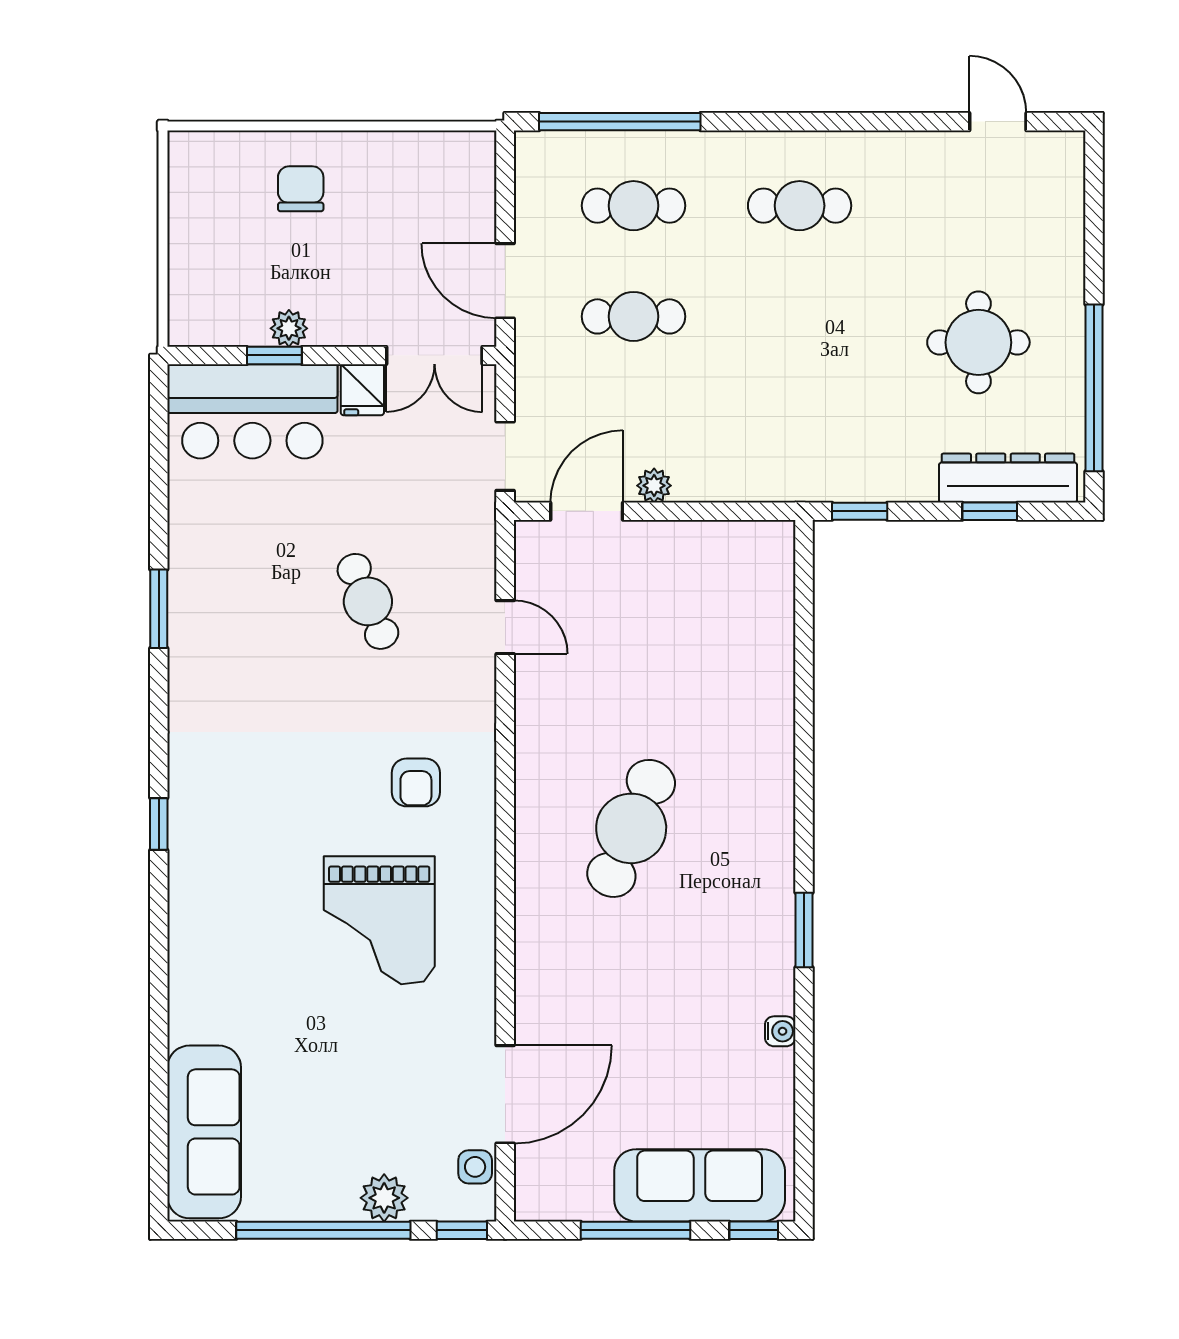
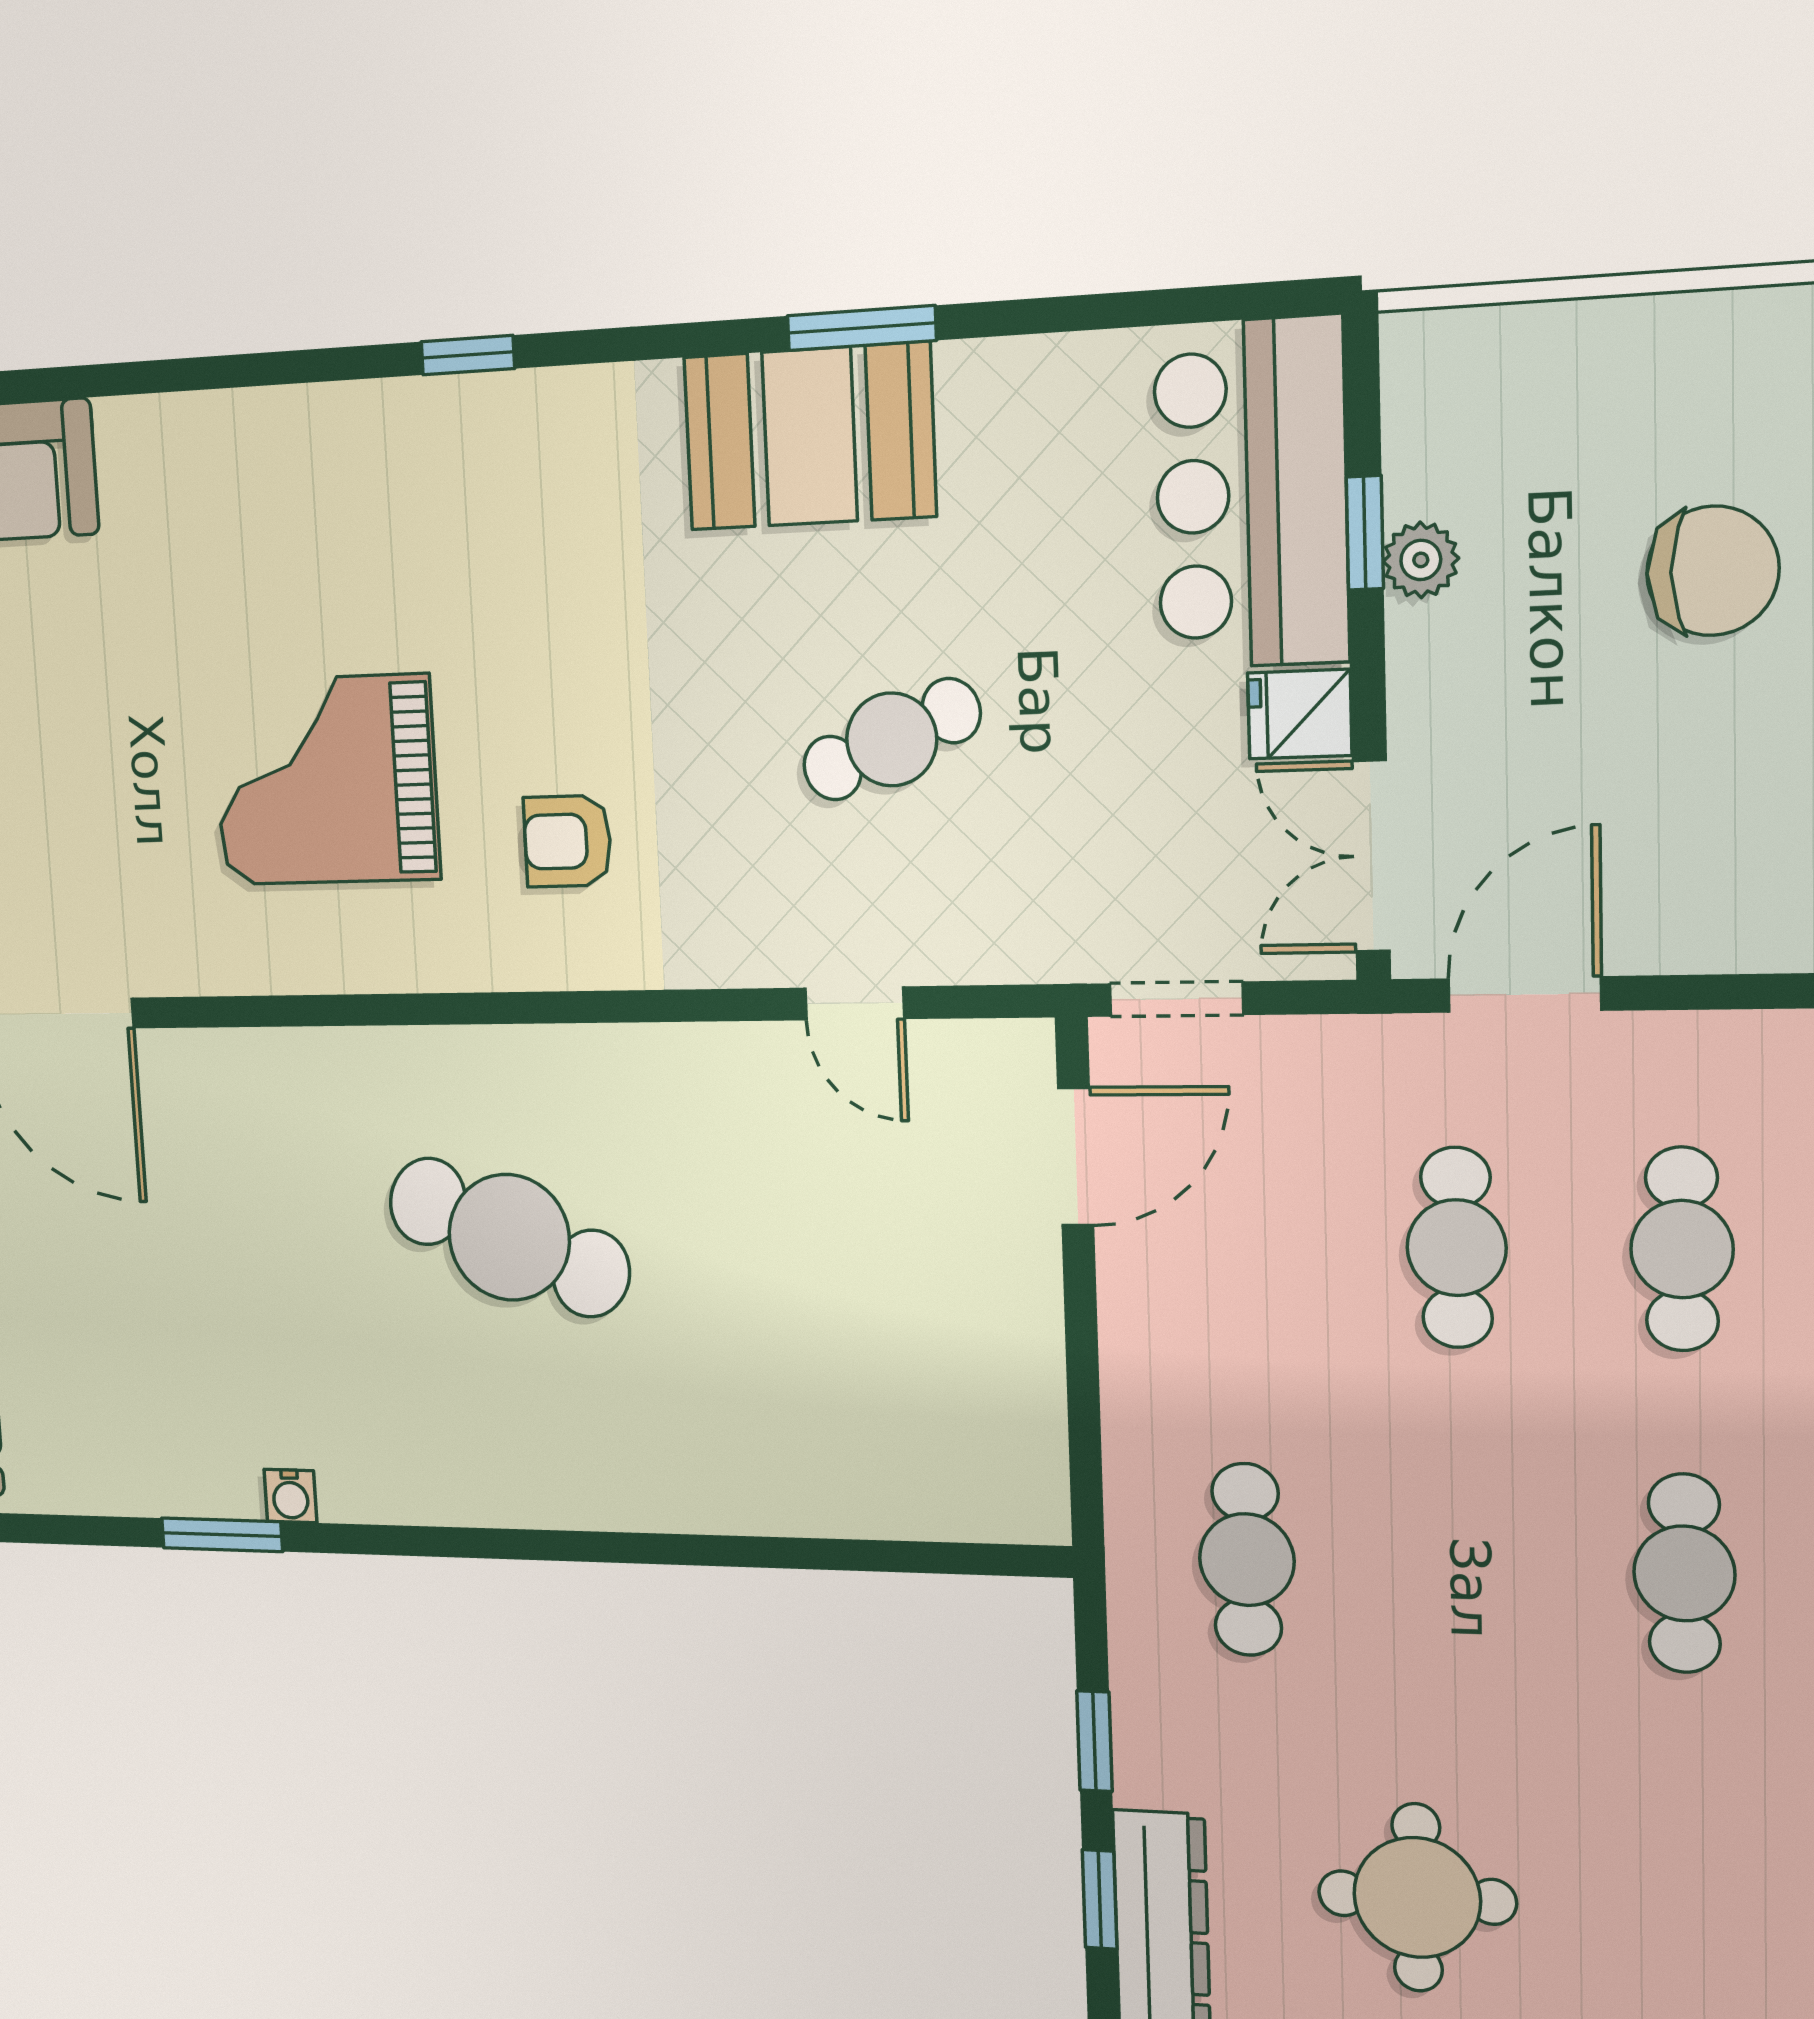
chair: (301, 189) -> (1713, 571), width x1.37, depth x1.37
cafe table: (800, 427) -> (1247, 1560), added
plant: (654, 486) -> (1129, 1284), removed
door: (587, 511) -> (1076, 1157), hinge flipped
window: (860, 511) -> (1095, 1741), moved
door: (505, 627) -> (855, 1003), hinge flipped
booth: (211, 639) -> (810, 436), added
window: (804, 930) -> (222, 1535), moved
water cooler: (780, 1031) -> (290, 1496), moved

